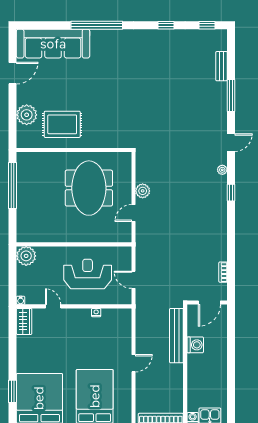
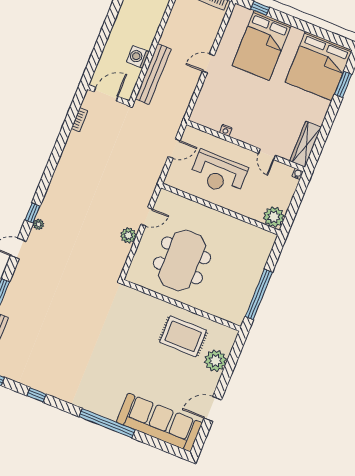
window: (231, 193) -> (33, 213), moved
door: (133, 280) -> (174, 148), hinge flipped
wardrobe: (24, 321) -> (305, 144), width x1.50

